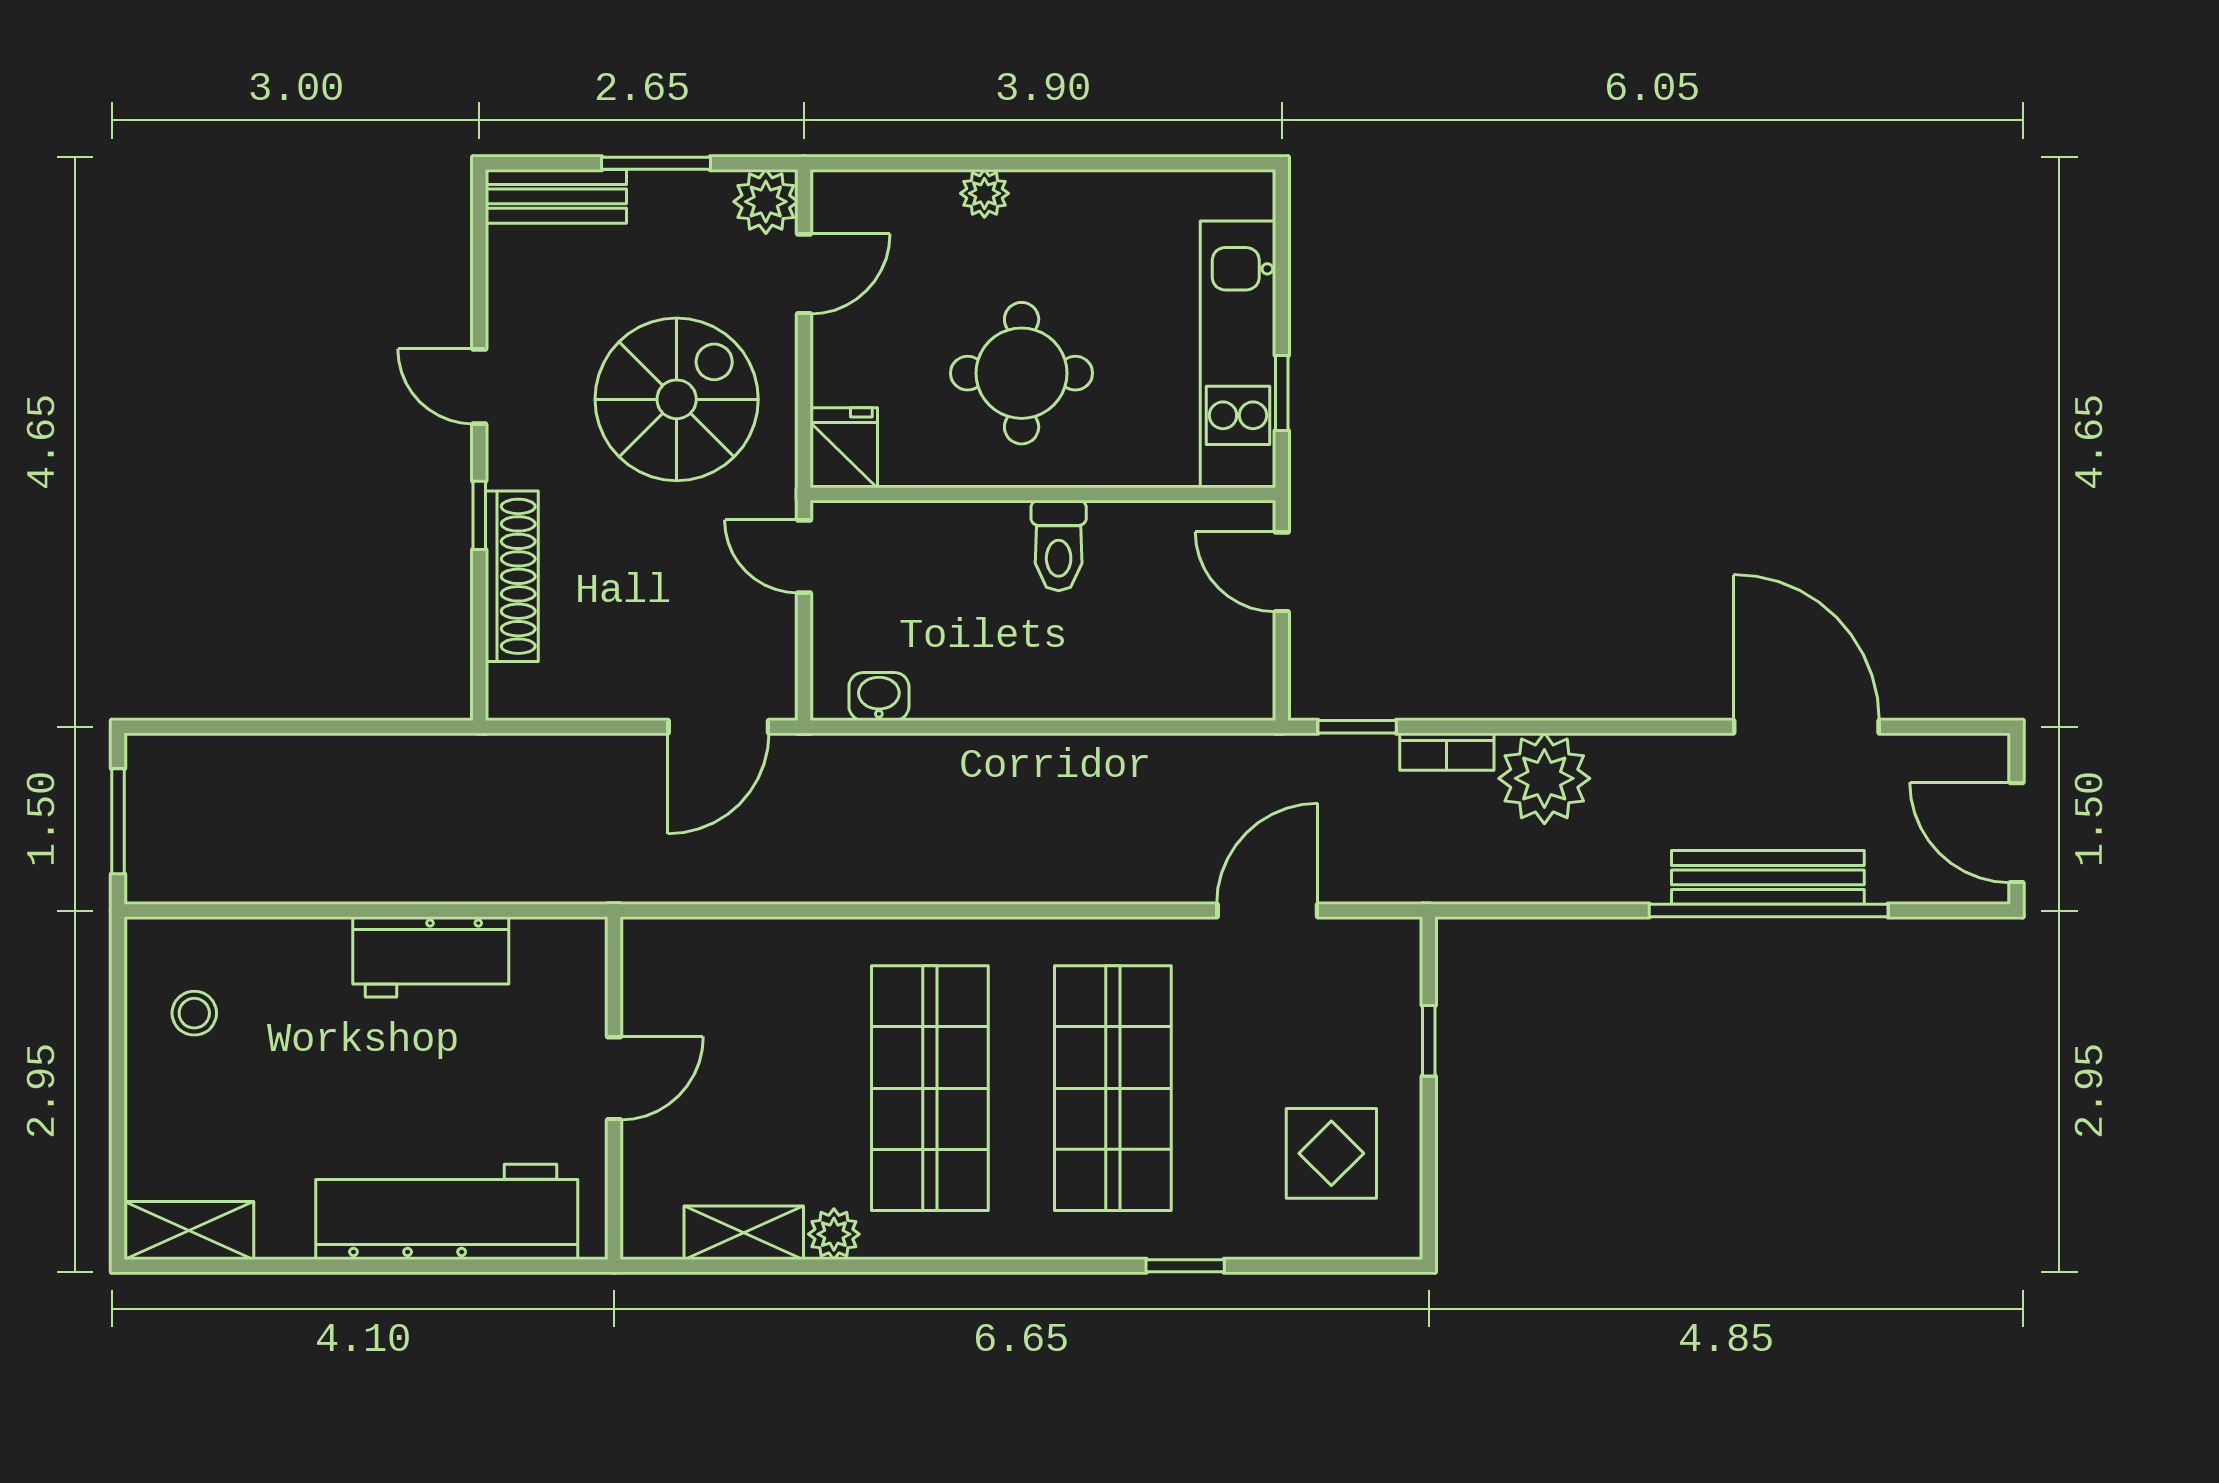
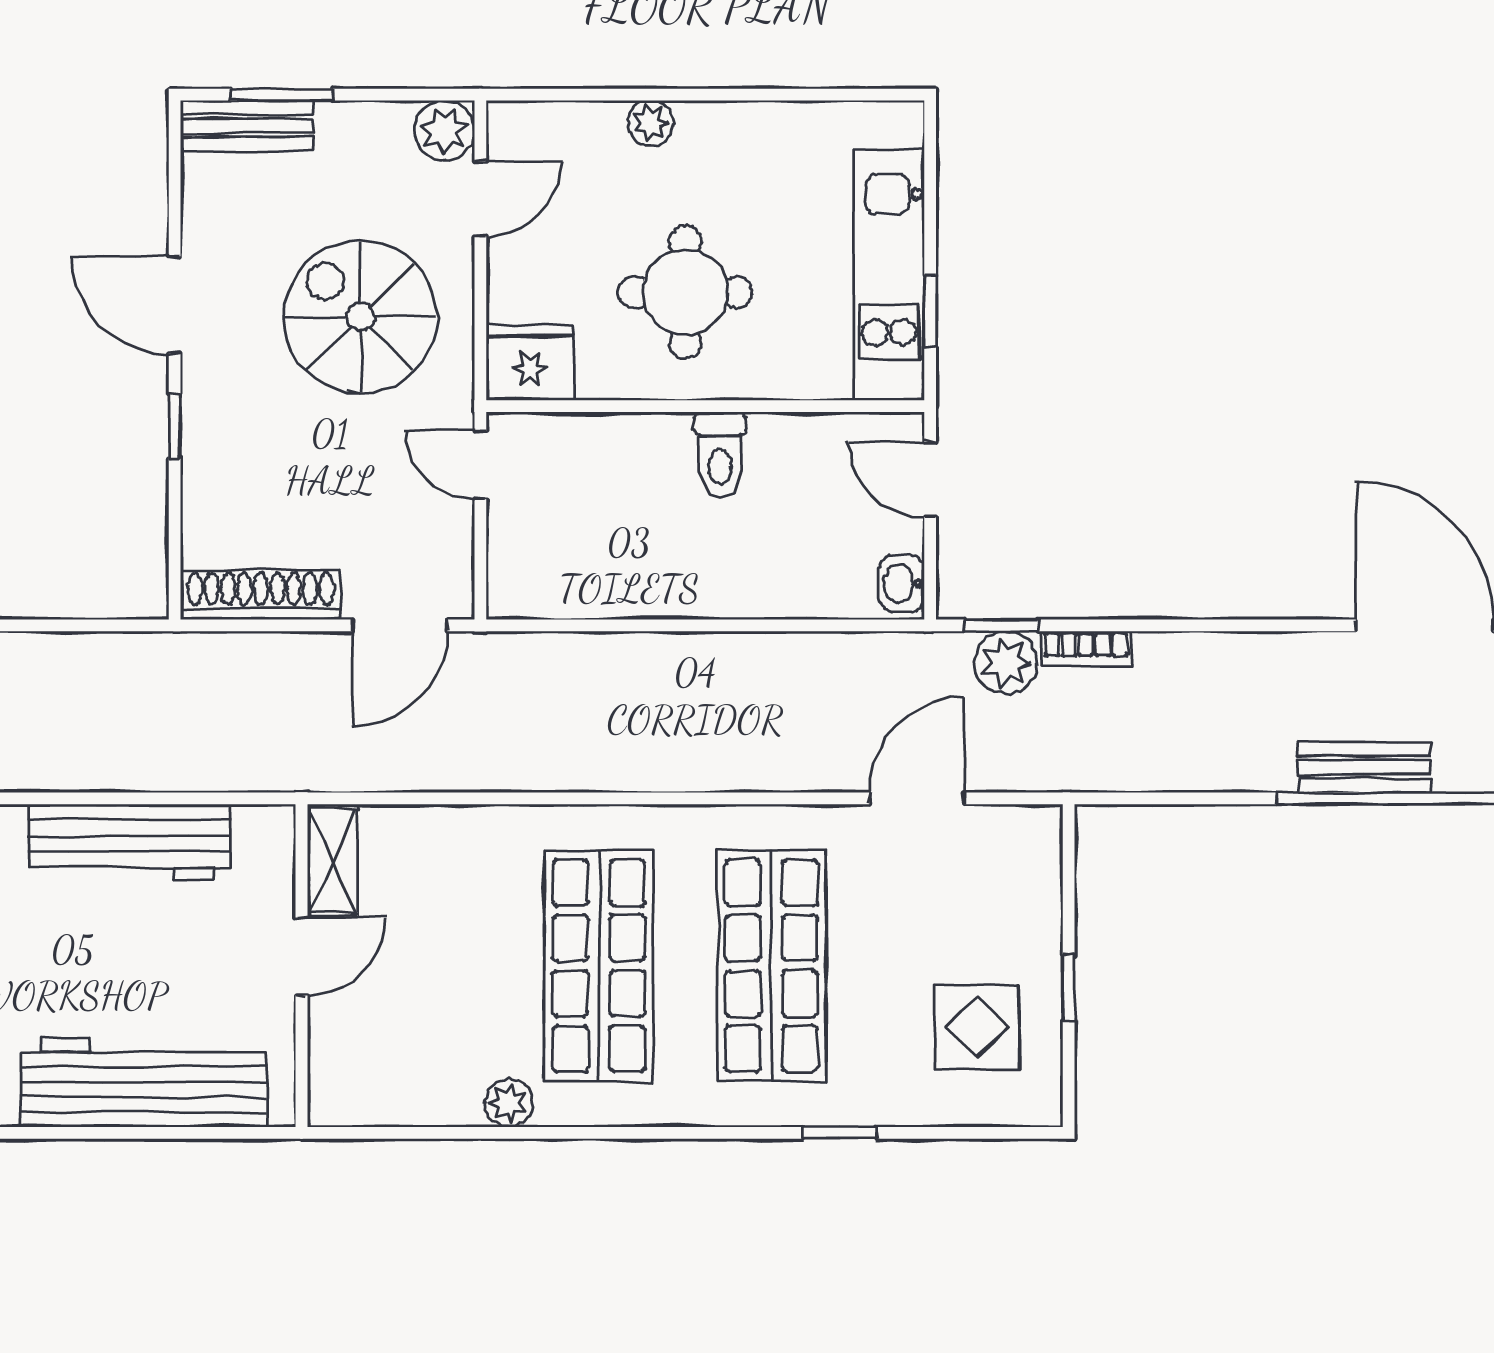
window: (656, 163) -> (282, 95), moved
door: (479, 386) -> (175, 305), width x1.38
spiral stairs: (677, 399) -> (360, 317), turned -90
fridge: (844, 448) -> (530, 363), width x1.38
shoe rack: (512, 576) -> (261, 595), moved, turned -90
washbasin: (879, 696) -> (902, 583), moved, turned -90
plant: (1544, 778) -> (1006, 663), moved, width x0.73, depth x0.73
bench: (1768, 877) -> (1364, 767), width x0.73
workbench: (431, 957) -> (129, 842), width x1.38
window: (1429, 1041) -> (1069, 988), moved
shelving: (744, 1233) -> (333, 860), moved, turned 90

